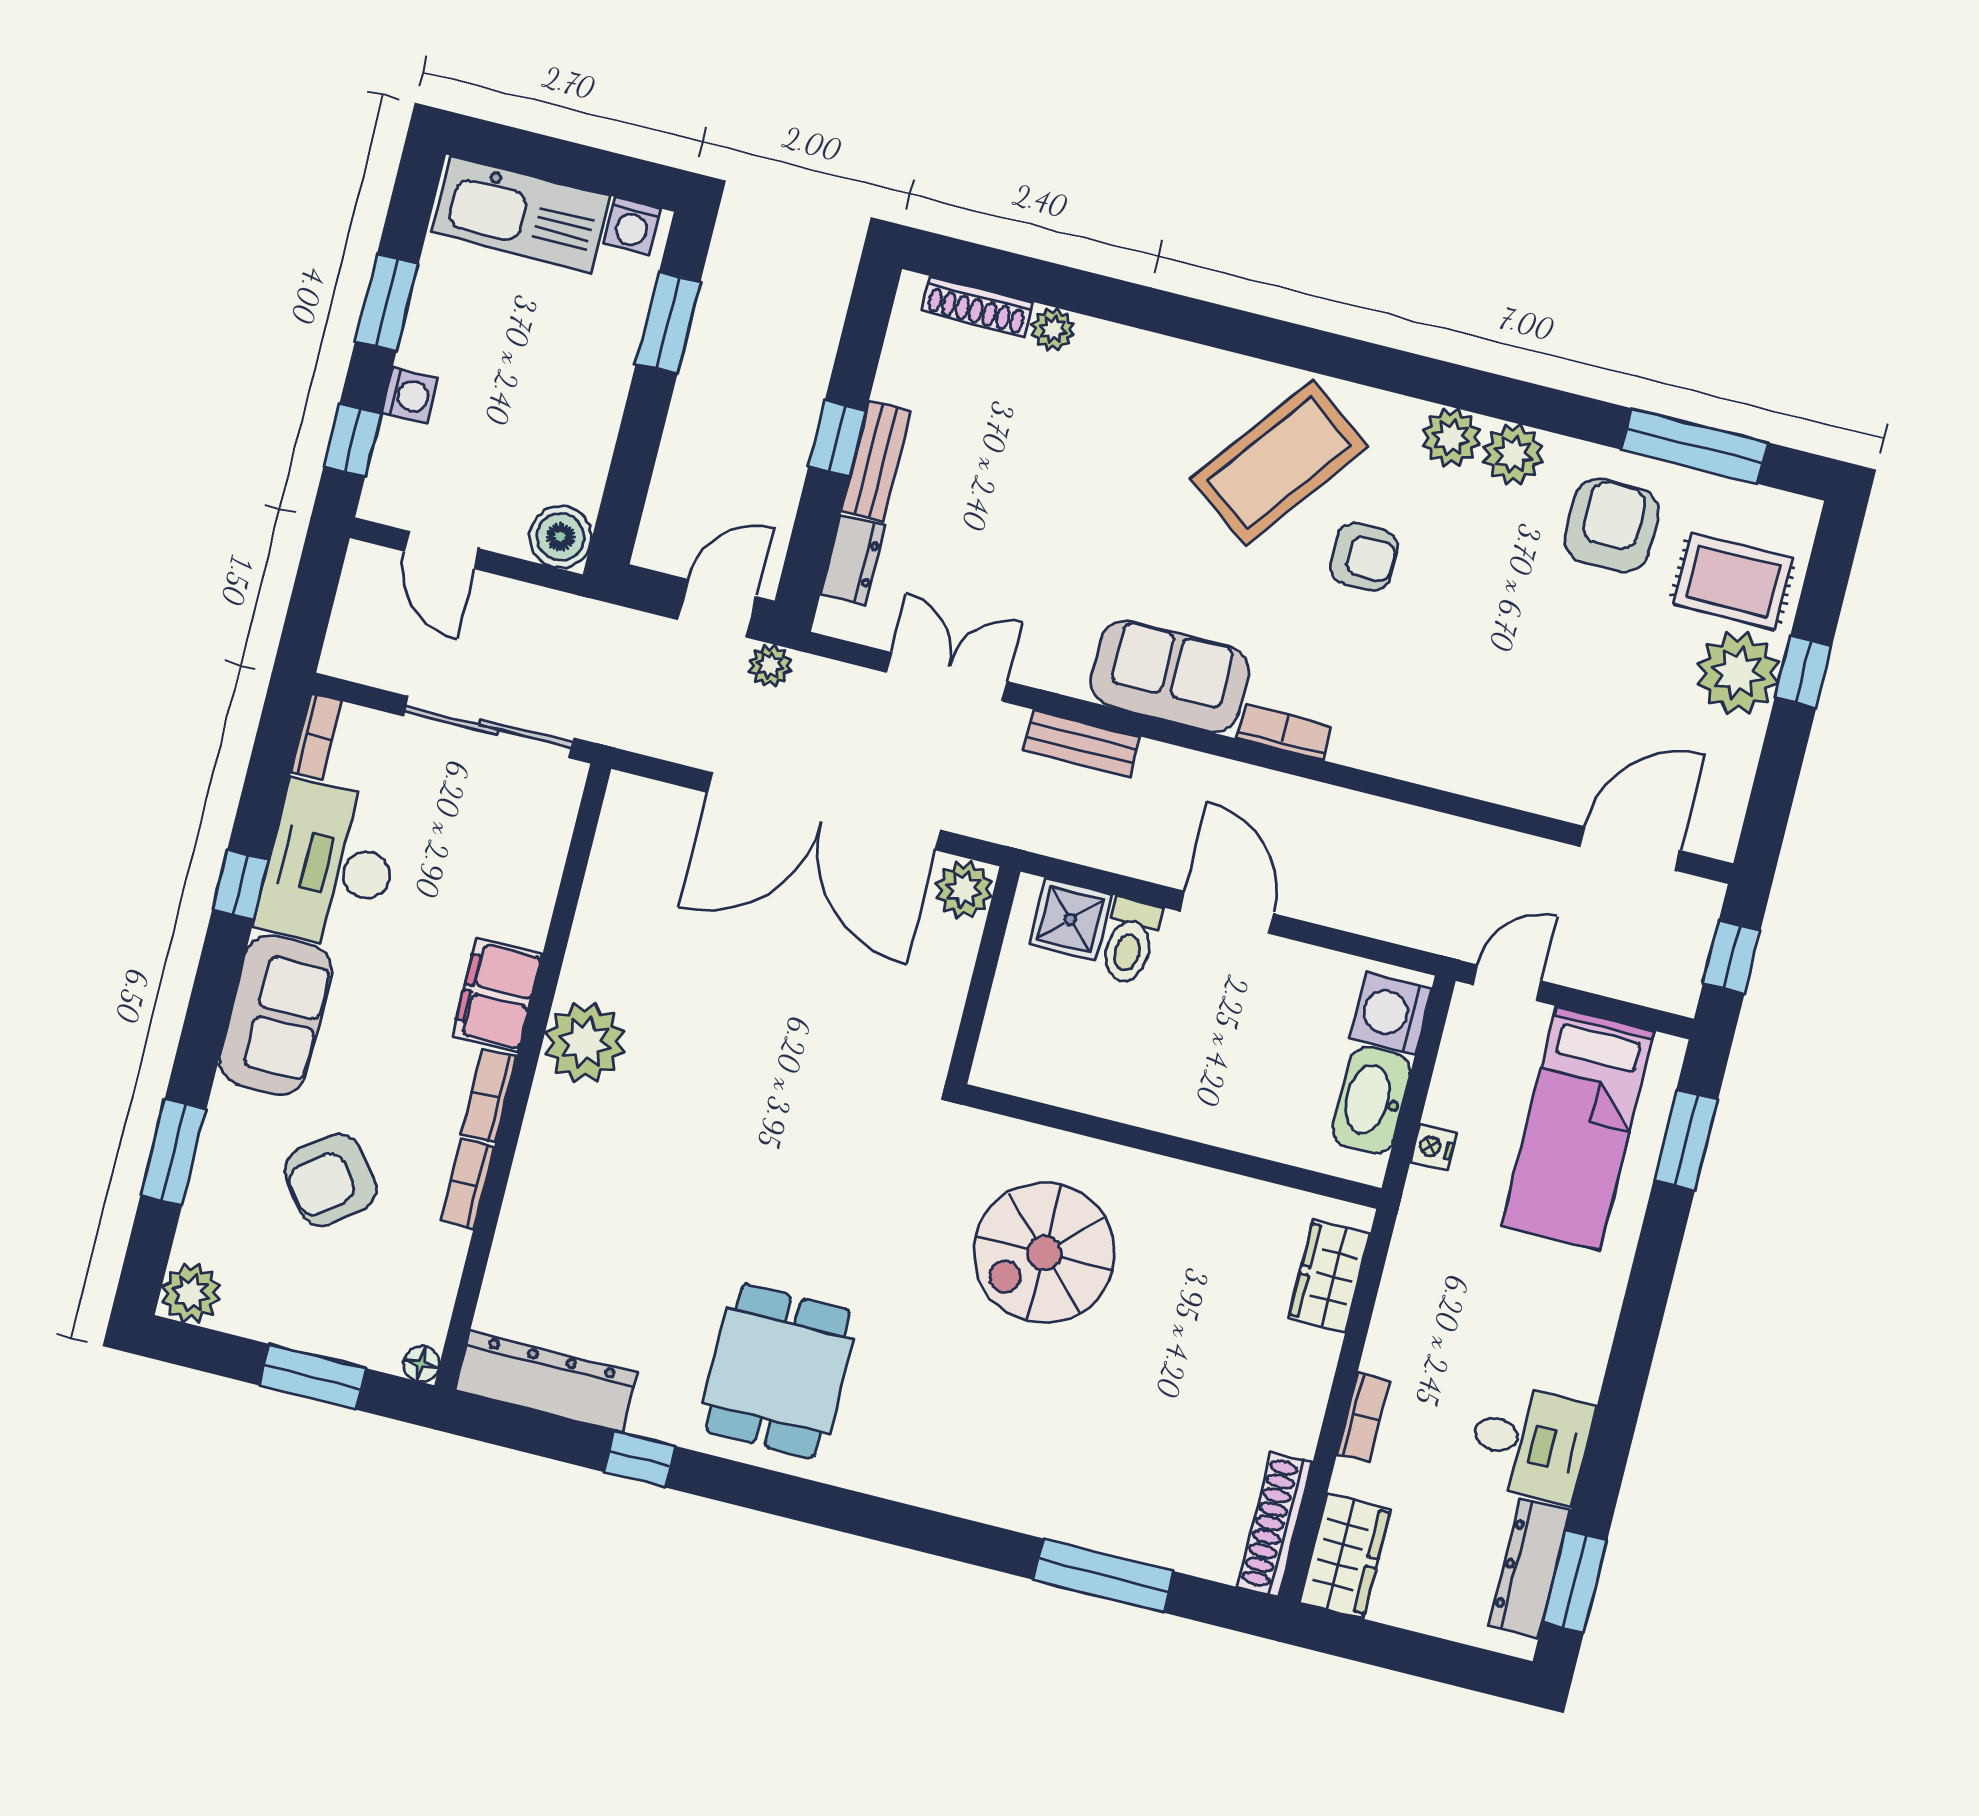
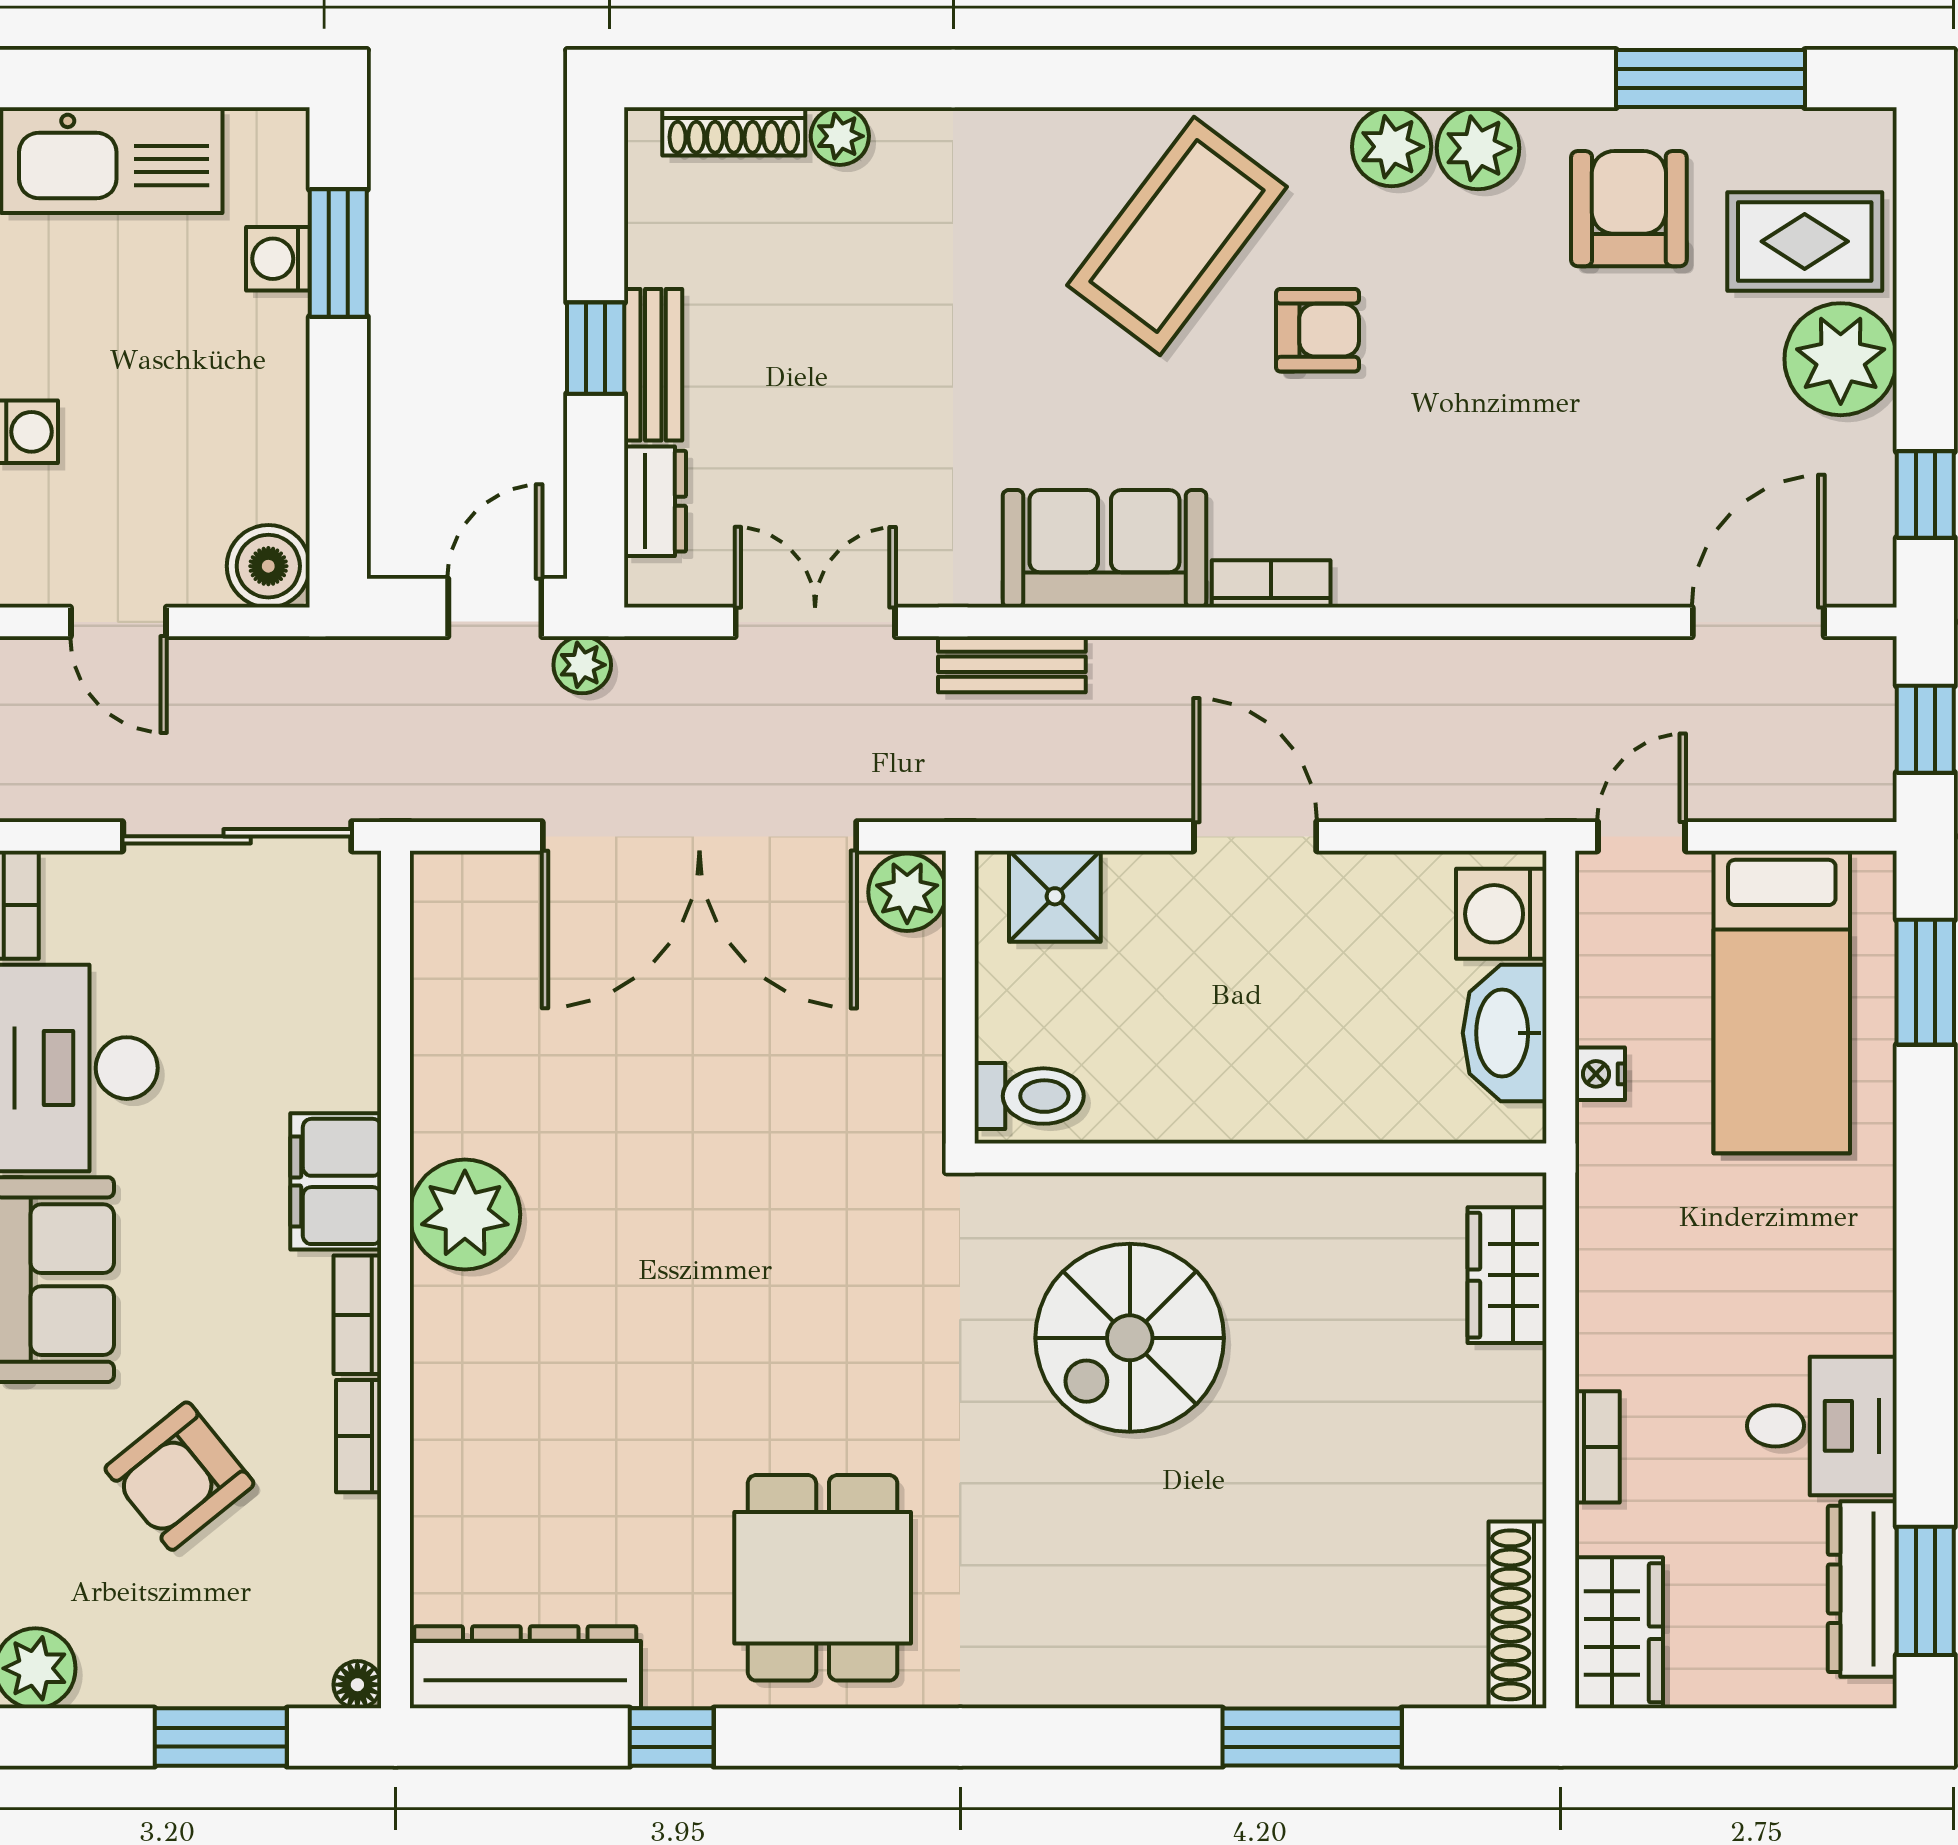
washing machine: (632, 226) -> (278, 259), moved, turned 90
window: (1803, 672) -> (1925, 495), moved
toilet: (1130, 941) -> (1029, 1096), moved, turned -90

